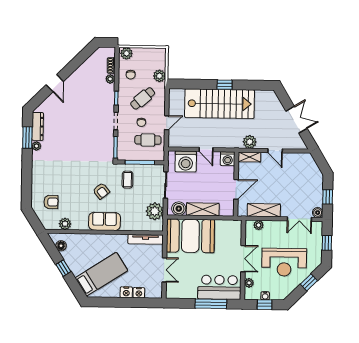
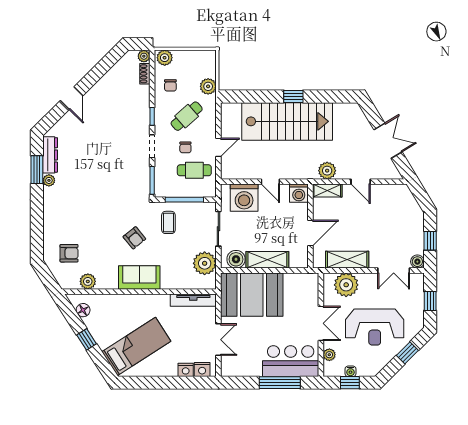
plant: (110, 79) -> (144, 56), moved
plant: (259, 225) -> (346, 285), width x1.88, depth x1.88
nightstand: (126, 292) -> (202, 370), moved

